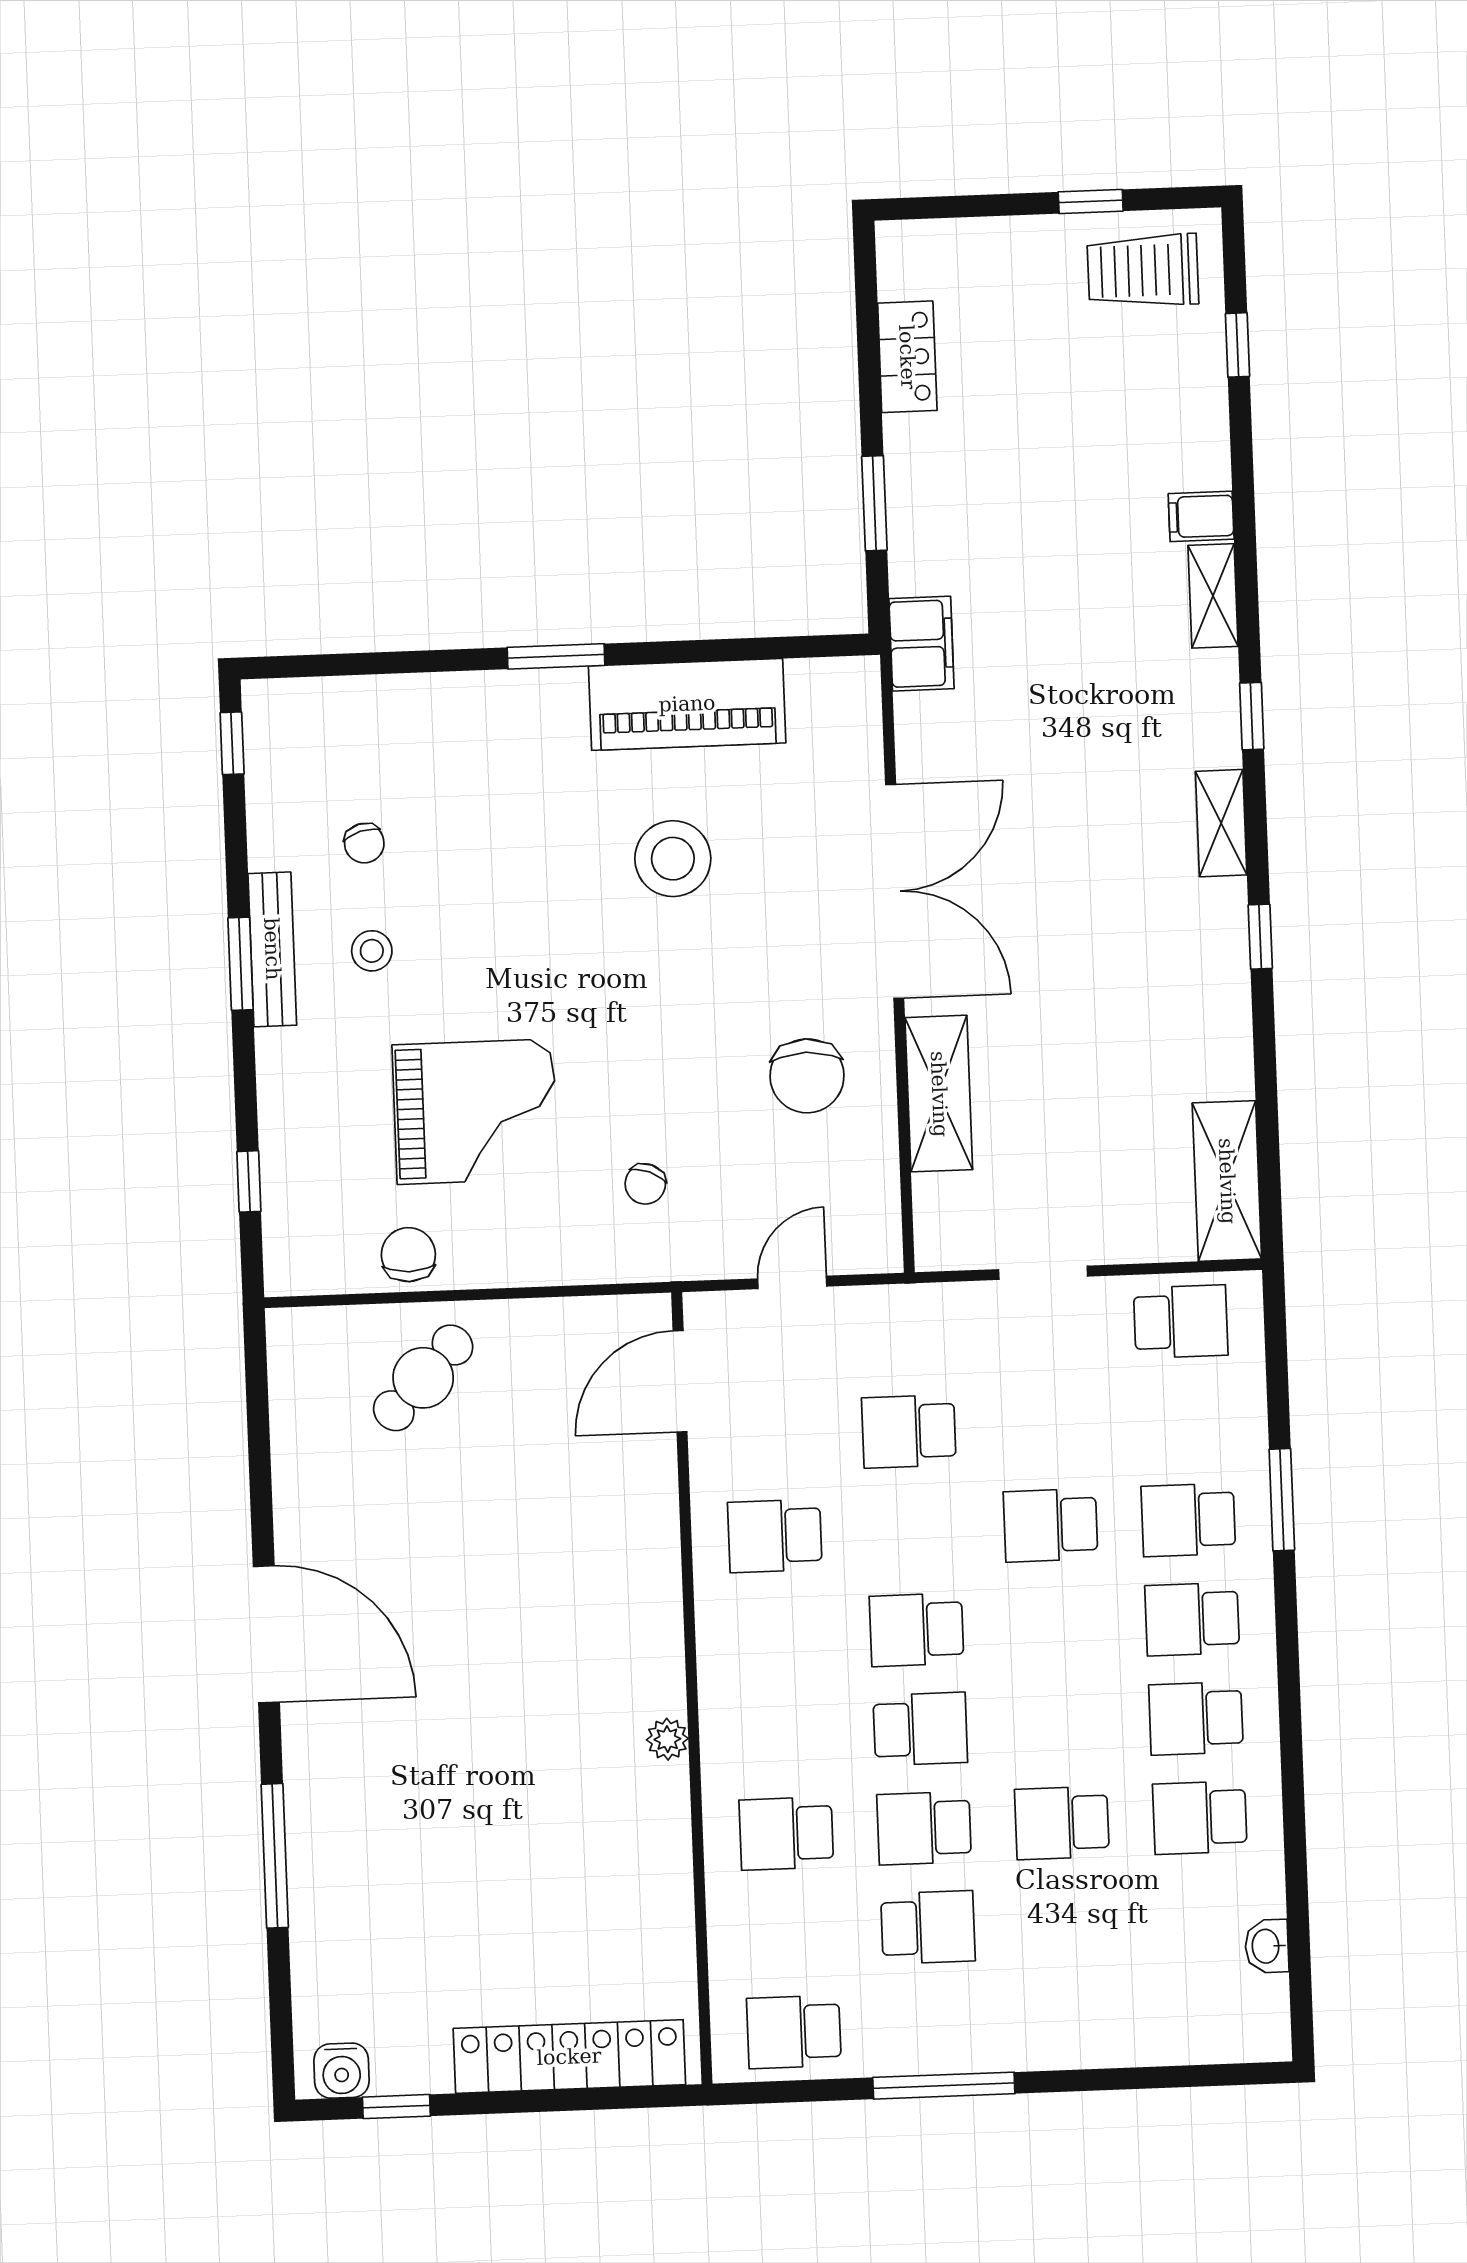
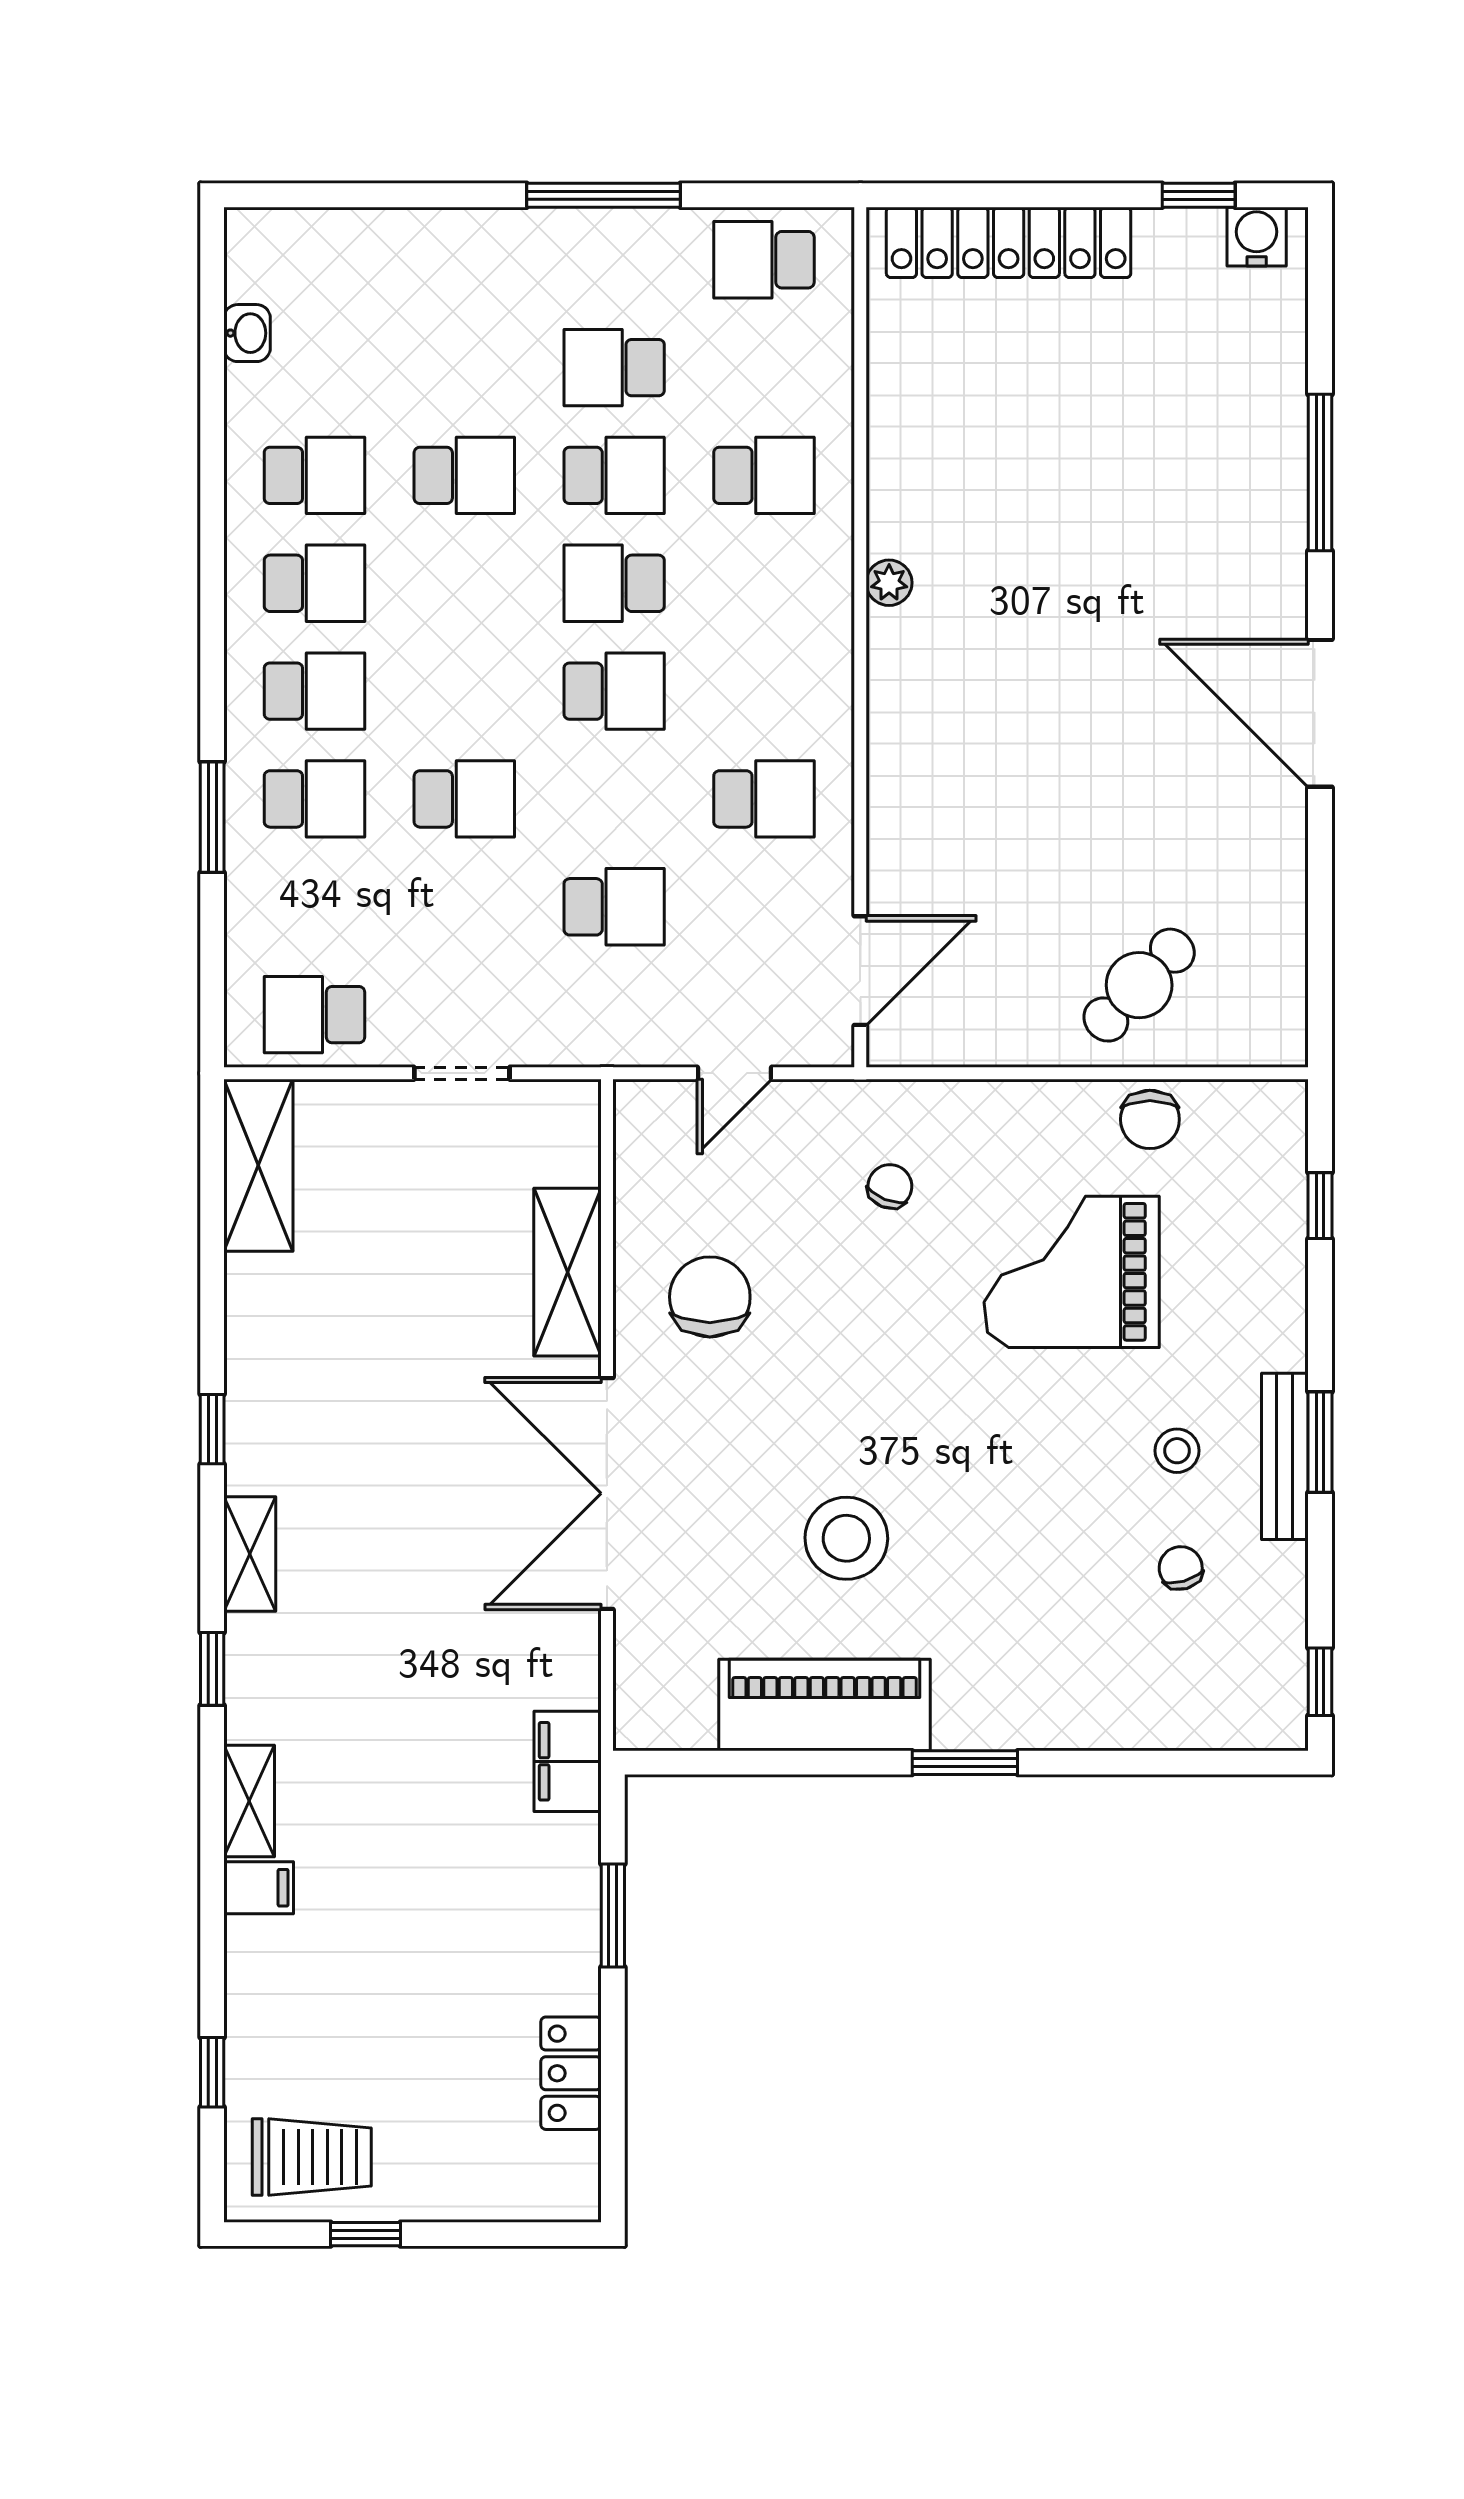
school desk: (794, 2032) -> (764, 260), turned 180

